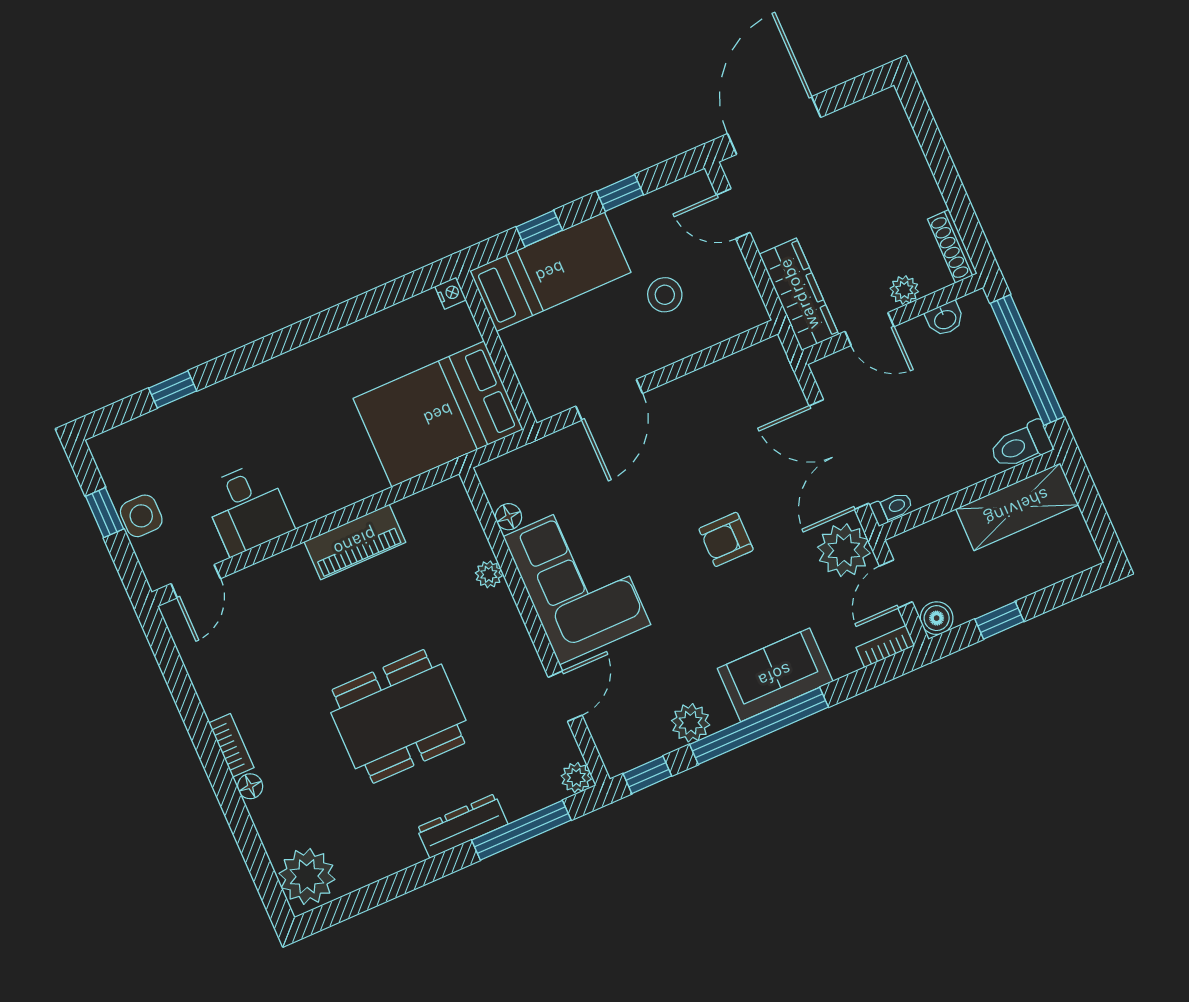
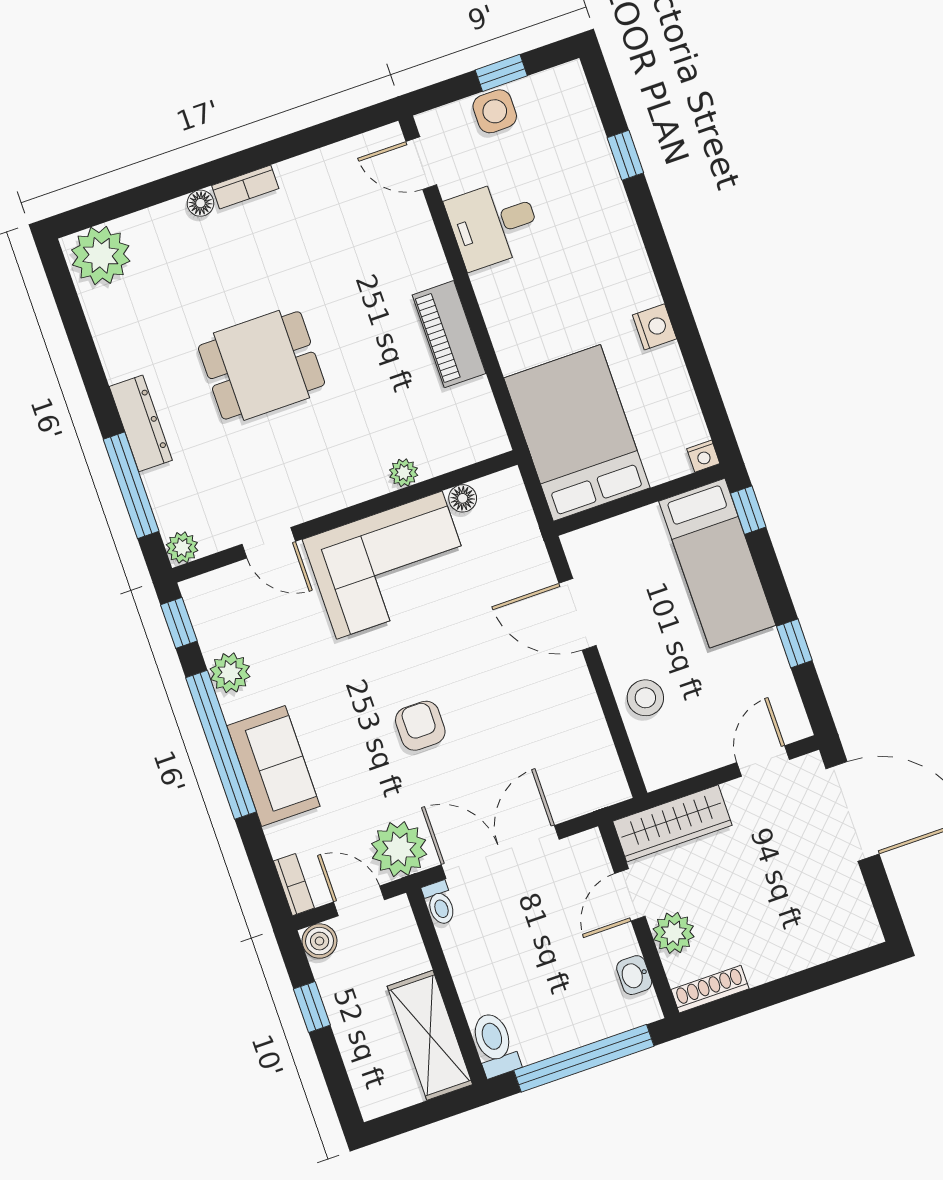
window: (539, 229) -> (748, 510), moved
plant: (904, 290) -> (674, 933), width x1.38, depth x1.38
stool: (665, 295) -> (645, 698), moved
nightstand: (332, 349) -> (655, 327), added
dining table: (398, 716) -> (261, 365), width x0.73

